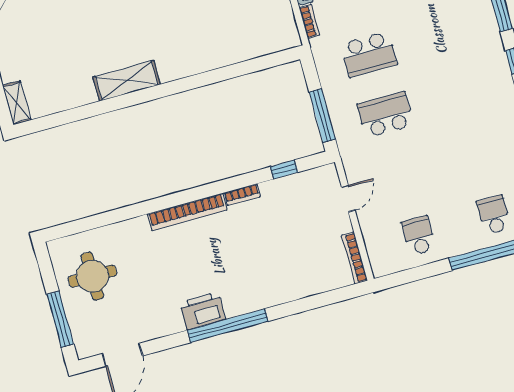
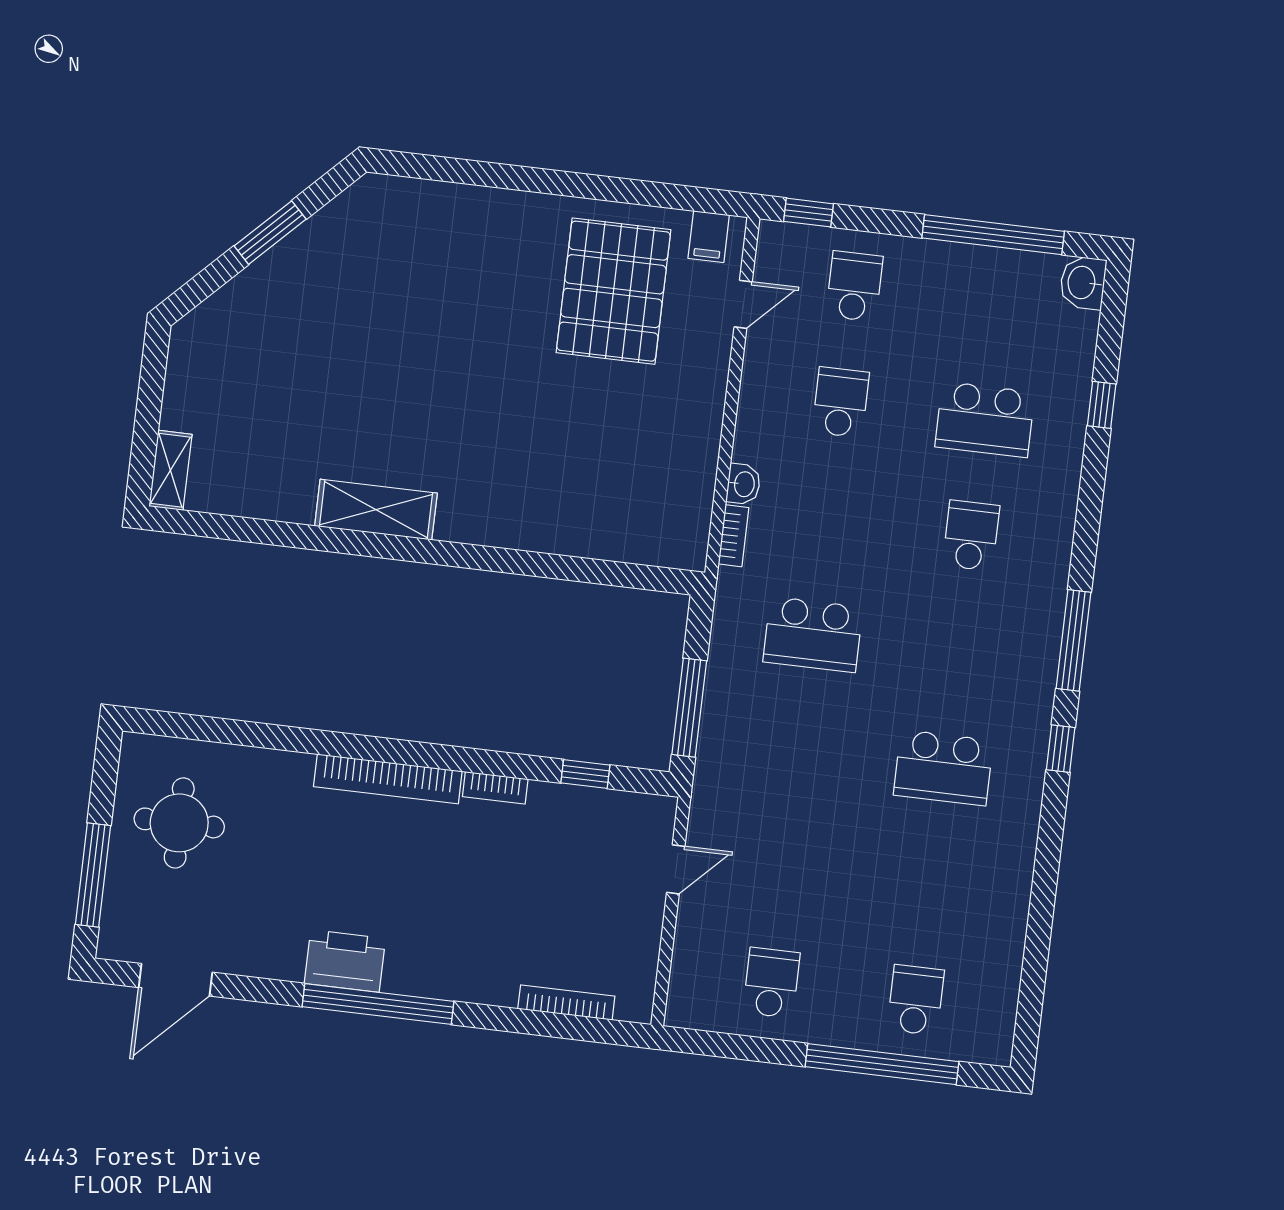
school desk: (385, 115) -> (943, 768), moved, turned 180
bookcase: (355, 258) -> (566, 1002), moved, turned 90

